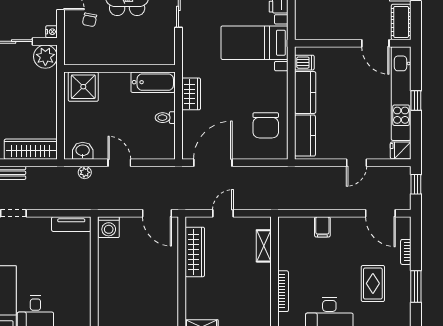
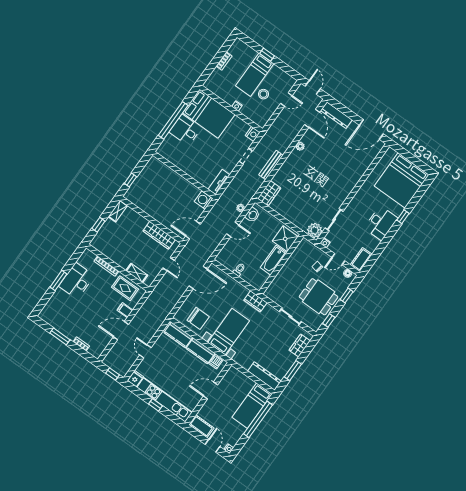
bed with nightstands: (255, 43) -> (229, 332), moved
door: (375, 43) -> (210, 390), moved
bathtub: (153, 82) -> (273, 260), moved
wardrobe: (191, 94) -> (255, 301), moved
chair: (266, 125) -> (198, 318), turned 180
wardrobe: (31, 149) -> (269, 193), width x0.67
door: (213, 163) -> (198, 277), hinge flipped
door: (380, 213) -> (121, 331), moved
rug: (373, 283) -> (125, 288), moved

